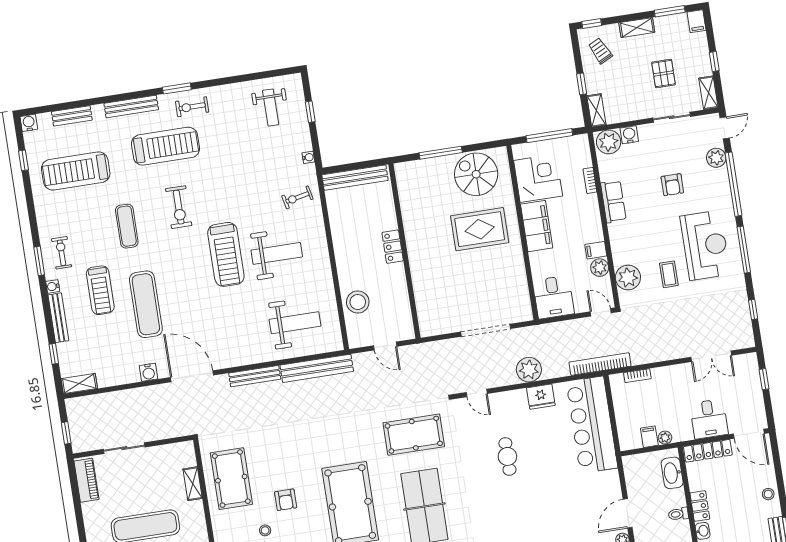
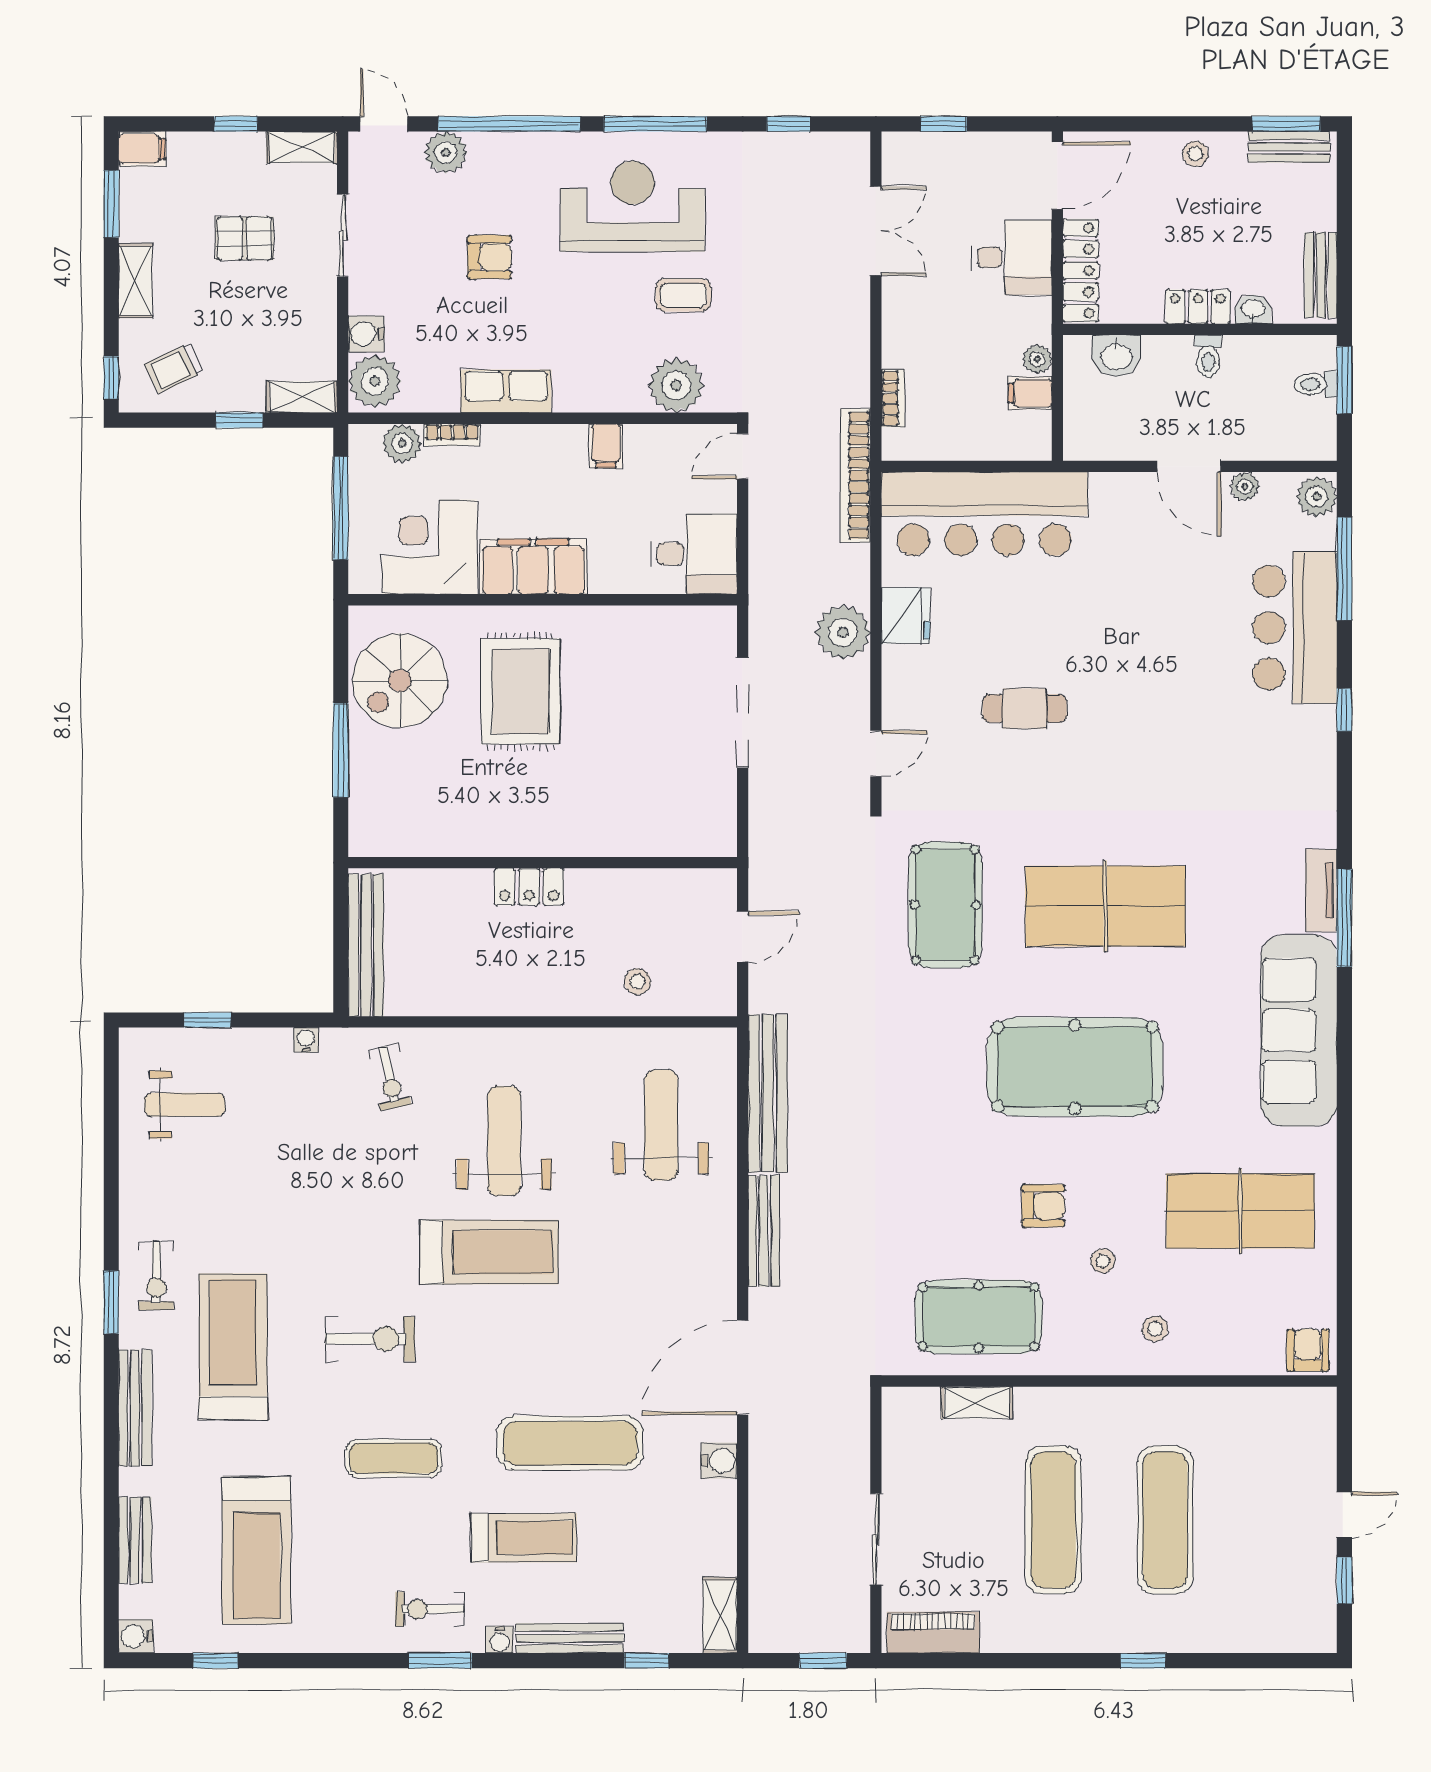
plant: (600, 268) -> (402, 443), moved
stool: (358, 302) -> (638, 981), width x0.53, depth x0.53
washbasin: (672, 473) -> (1116, 356), width x0.72

